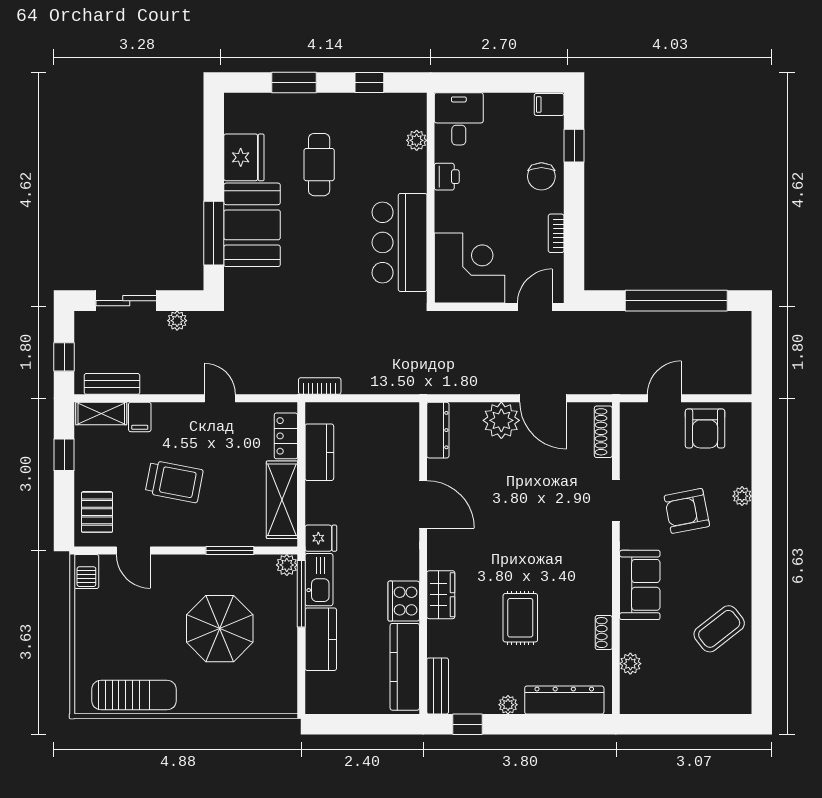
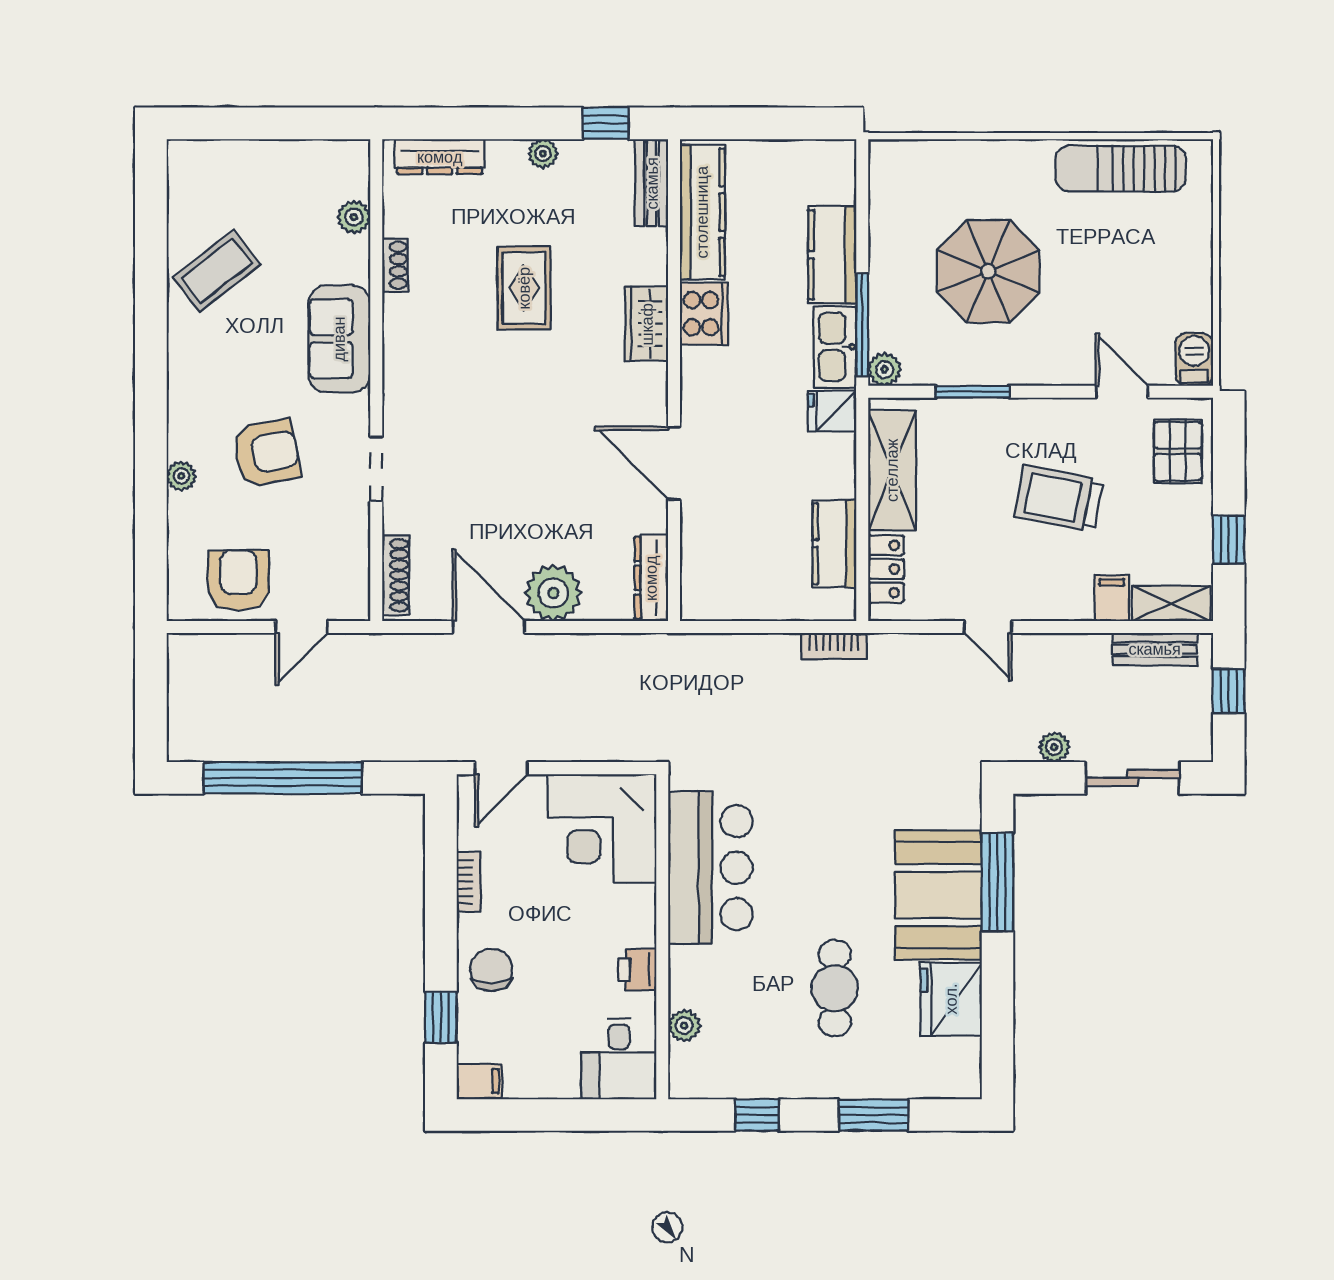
dresser: (564, 700) -> (440, 157), width x0.73, depth x0.80

